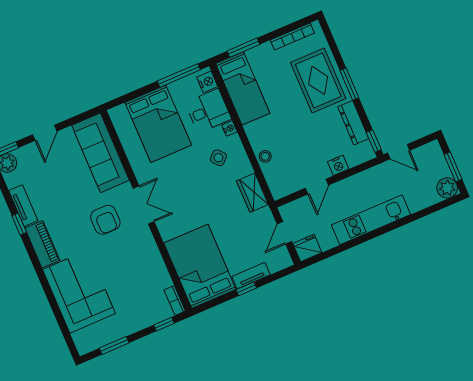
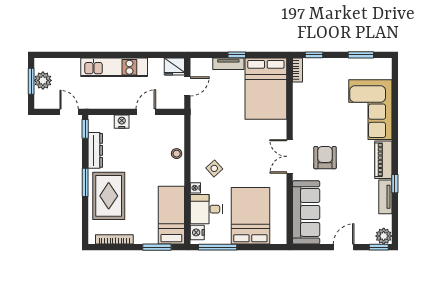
plant: (447, 188) -> (43, 80), moved
wardrobe: (252, 193) -> (199, 129), removed

